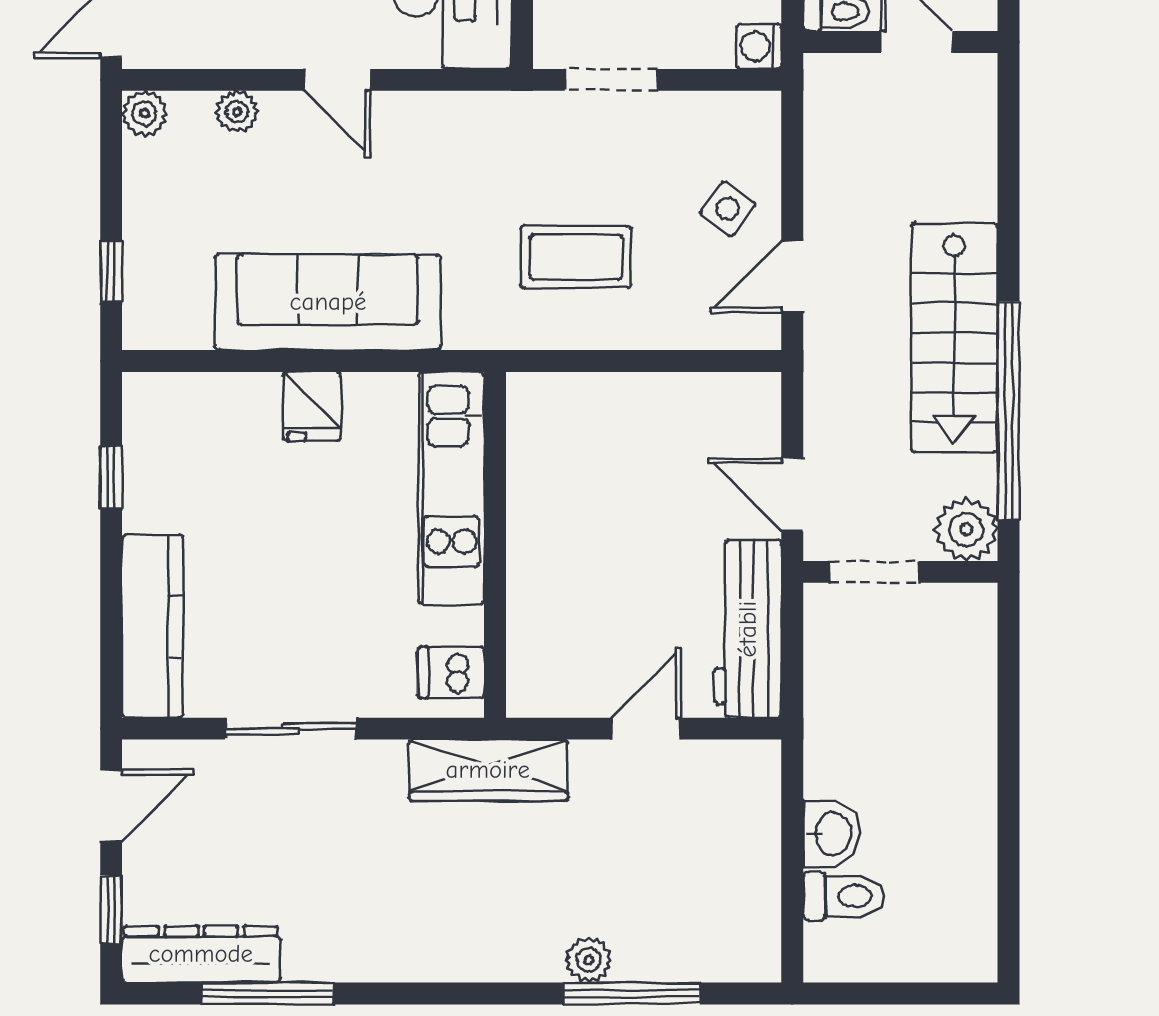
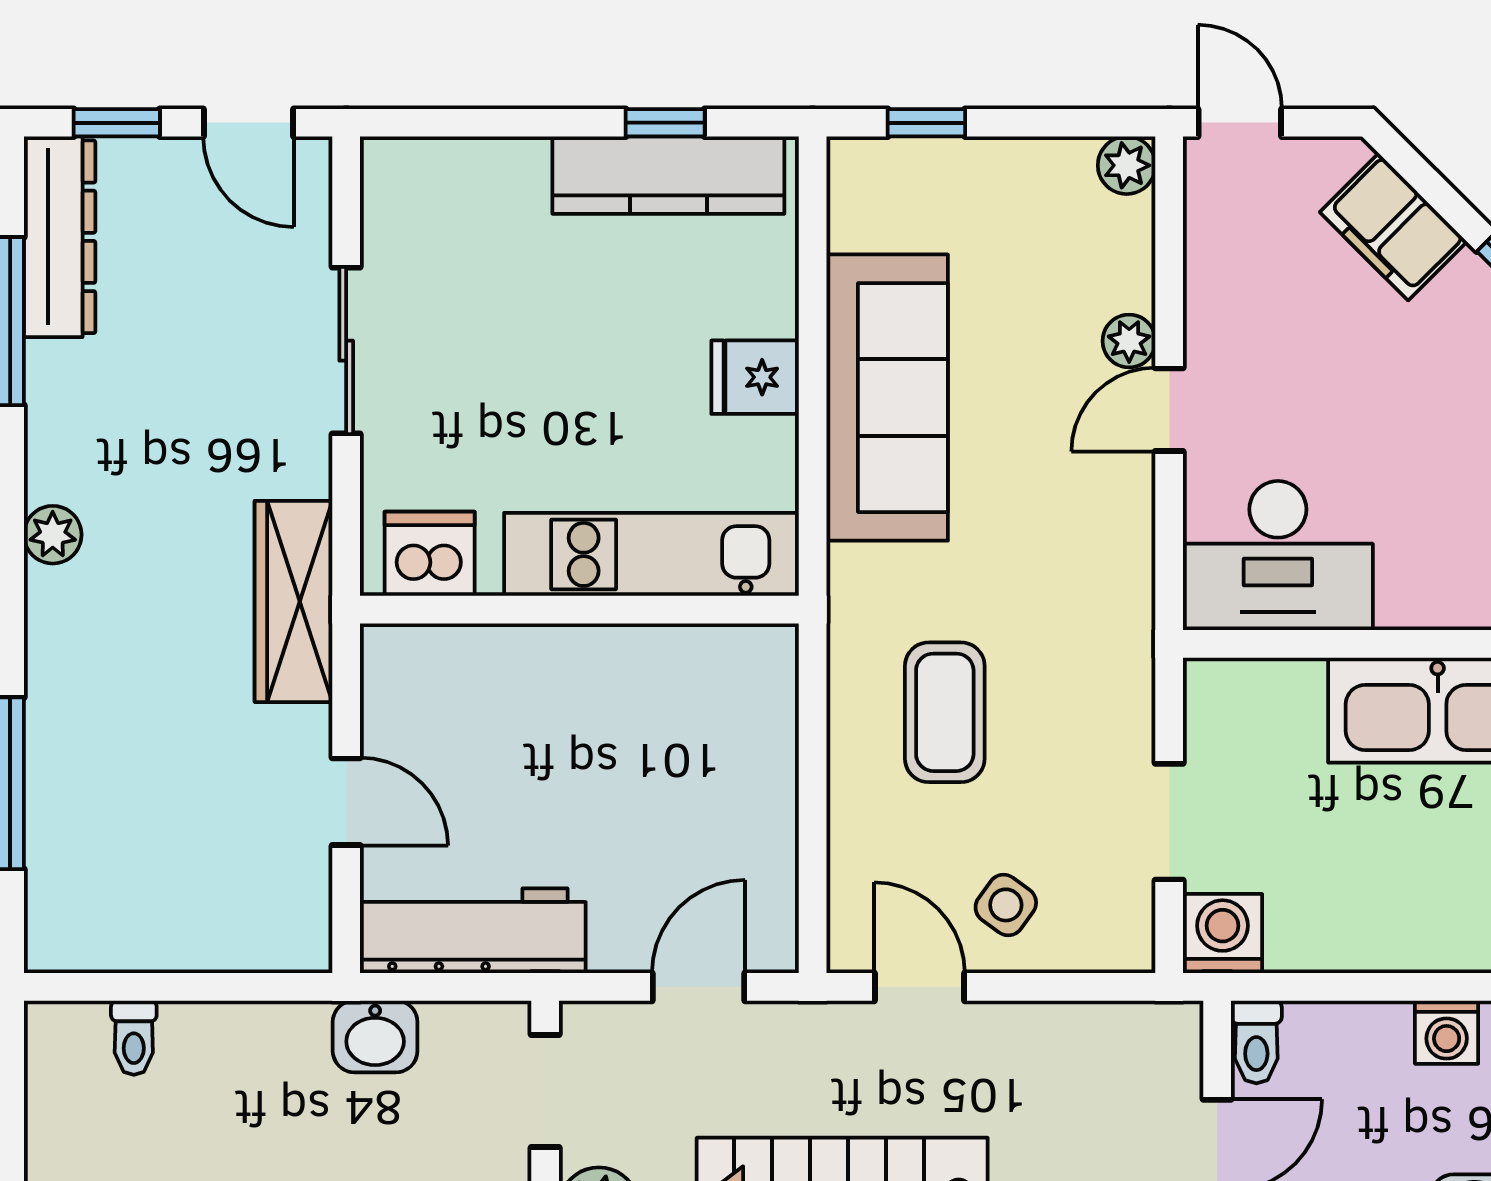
washing machine: (759, 46) -> (1223, 934), width x1.38, depth x1.38
doorway: (611, 80) -> (1169, 822), moved
plant: (237, 112) -> (1129, 341), moved
door: (792, 495) -> (699, 987), moved
kitchen counter: (152, 626) -> (668, 175), moved
dishwasher: (451, 673) -> (430, 554), width x1.38
washbasin: (831, 834) -> (375, 1036), moved
toilet: (844, 896) -> (134, 1038), width x0.73, depth x0.72
plant: (589, 960) -> (53, 535), moved

